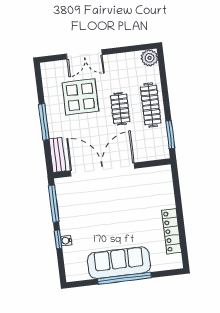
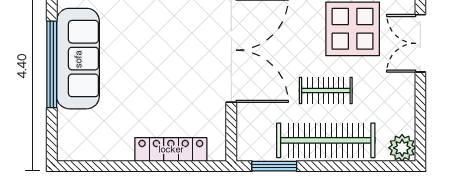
clothes rail: (151, 105) -> (326, 140), width x1.37, depth x1.31
locker: (172, 231) -> (171, 149), moved

